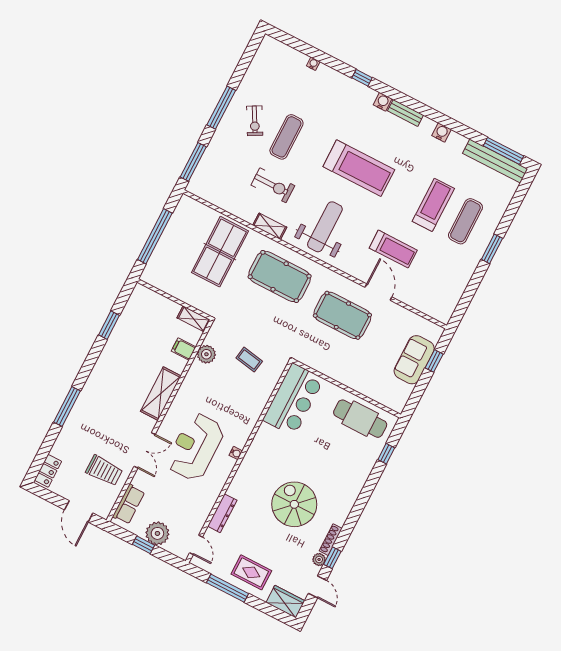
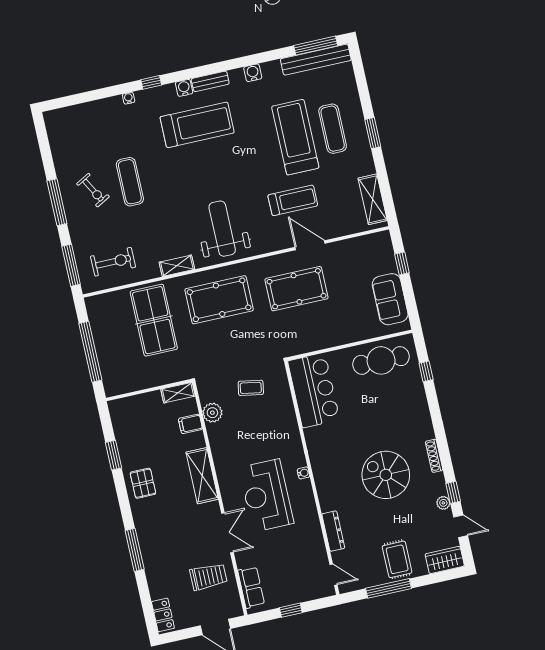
water cooler: (313, 64) -> (129, 98), moved
treadmill: (359, 168) -> (197, 125), moved
exercise bike: (273, 185) -> (113, 262), moved
treadmill: (433, 205) -> (295, 137), width x1.37, depth x1.38
shelving: (452, 297) -> (373, 199), added
sofa: (414, 360) -> (390, 299), moved
pallet: (113, 363) -> (143, 483), added
plant: (157, 533) -> (294, 591), removed
shoe rack: (331, 540) -> (434, 456), moved
rug: (251, 572) -> (397, 559), turned 90

